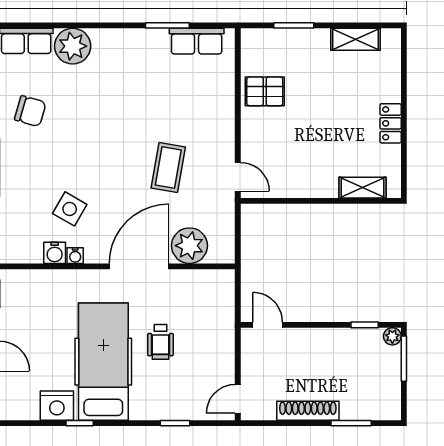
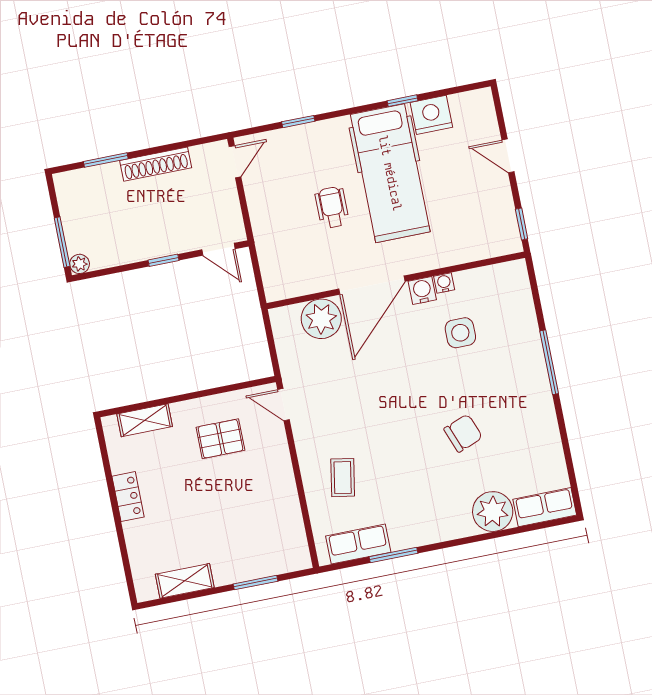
pallet: (265, 91) -> (220, 439), moved
chair: (30, 111) -> (463, 433), moved, turned 143
coffee table: (168, 167) -> (343, 478), moved, width x0.73, depth x0.77
side table: (70, 209) -> (460, 333), turned -30
water cooler: (55, 253) -> (422, 291), moved
window: (365, 325) -> (163, 260), moved

